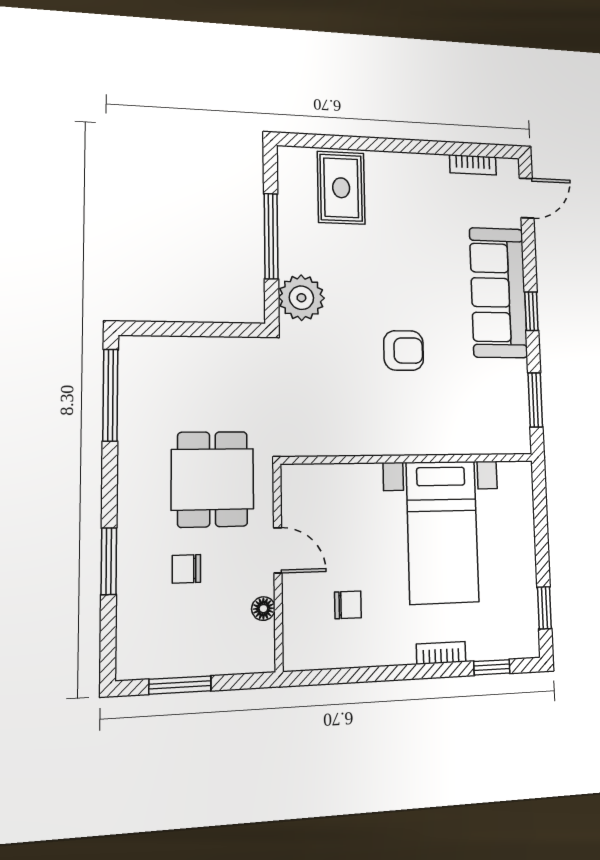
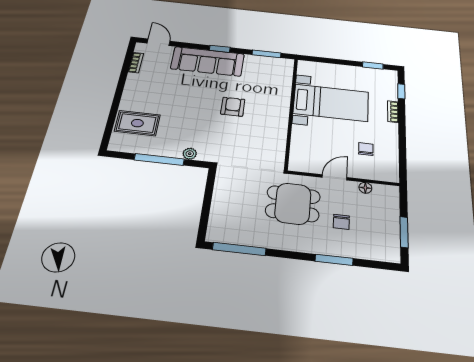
plant: (301, 298) -> (190, 154), width x0.53, depth x0.53

